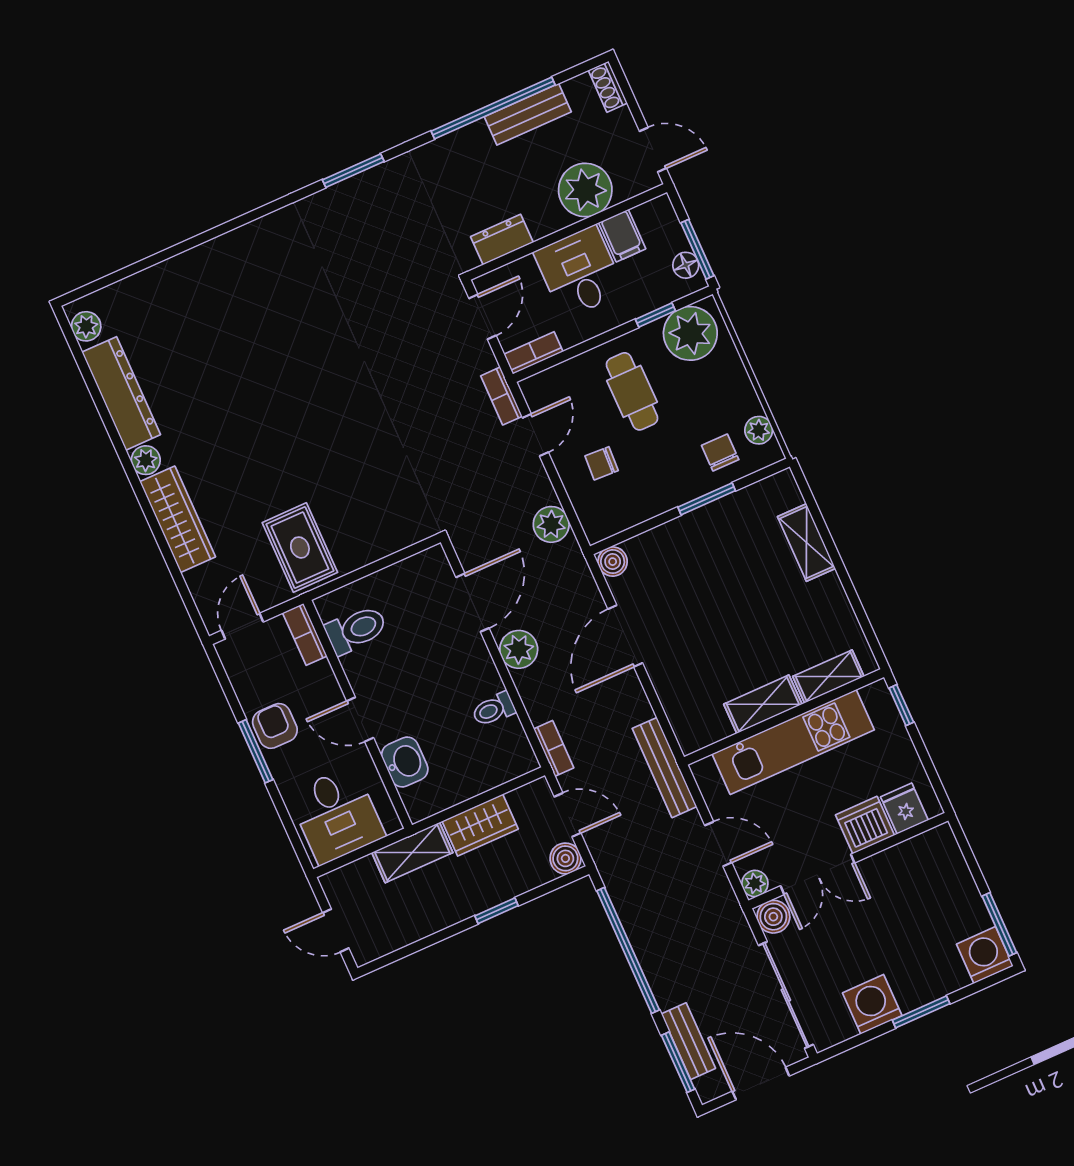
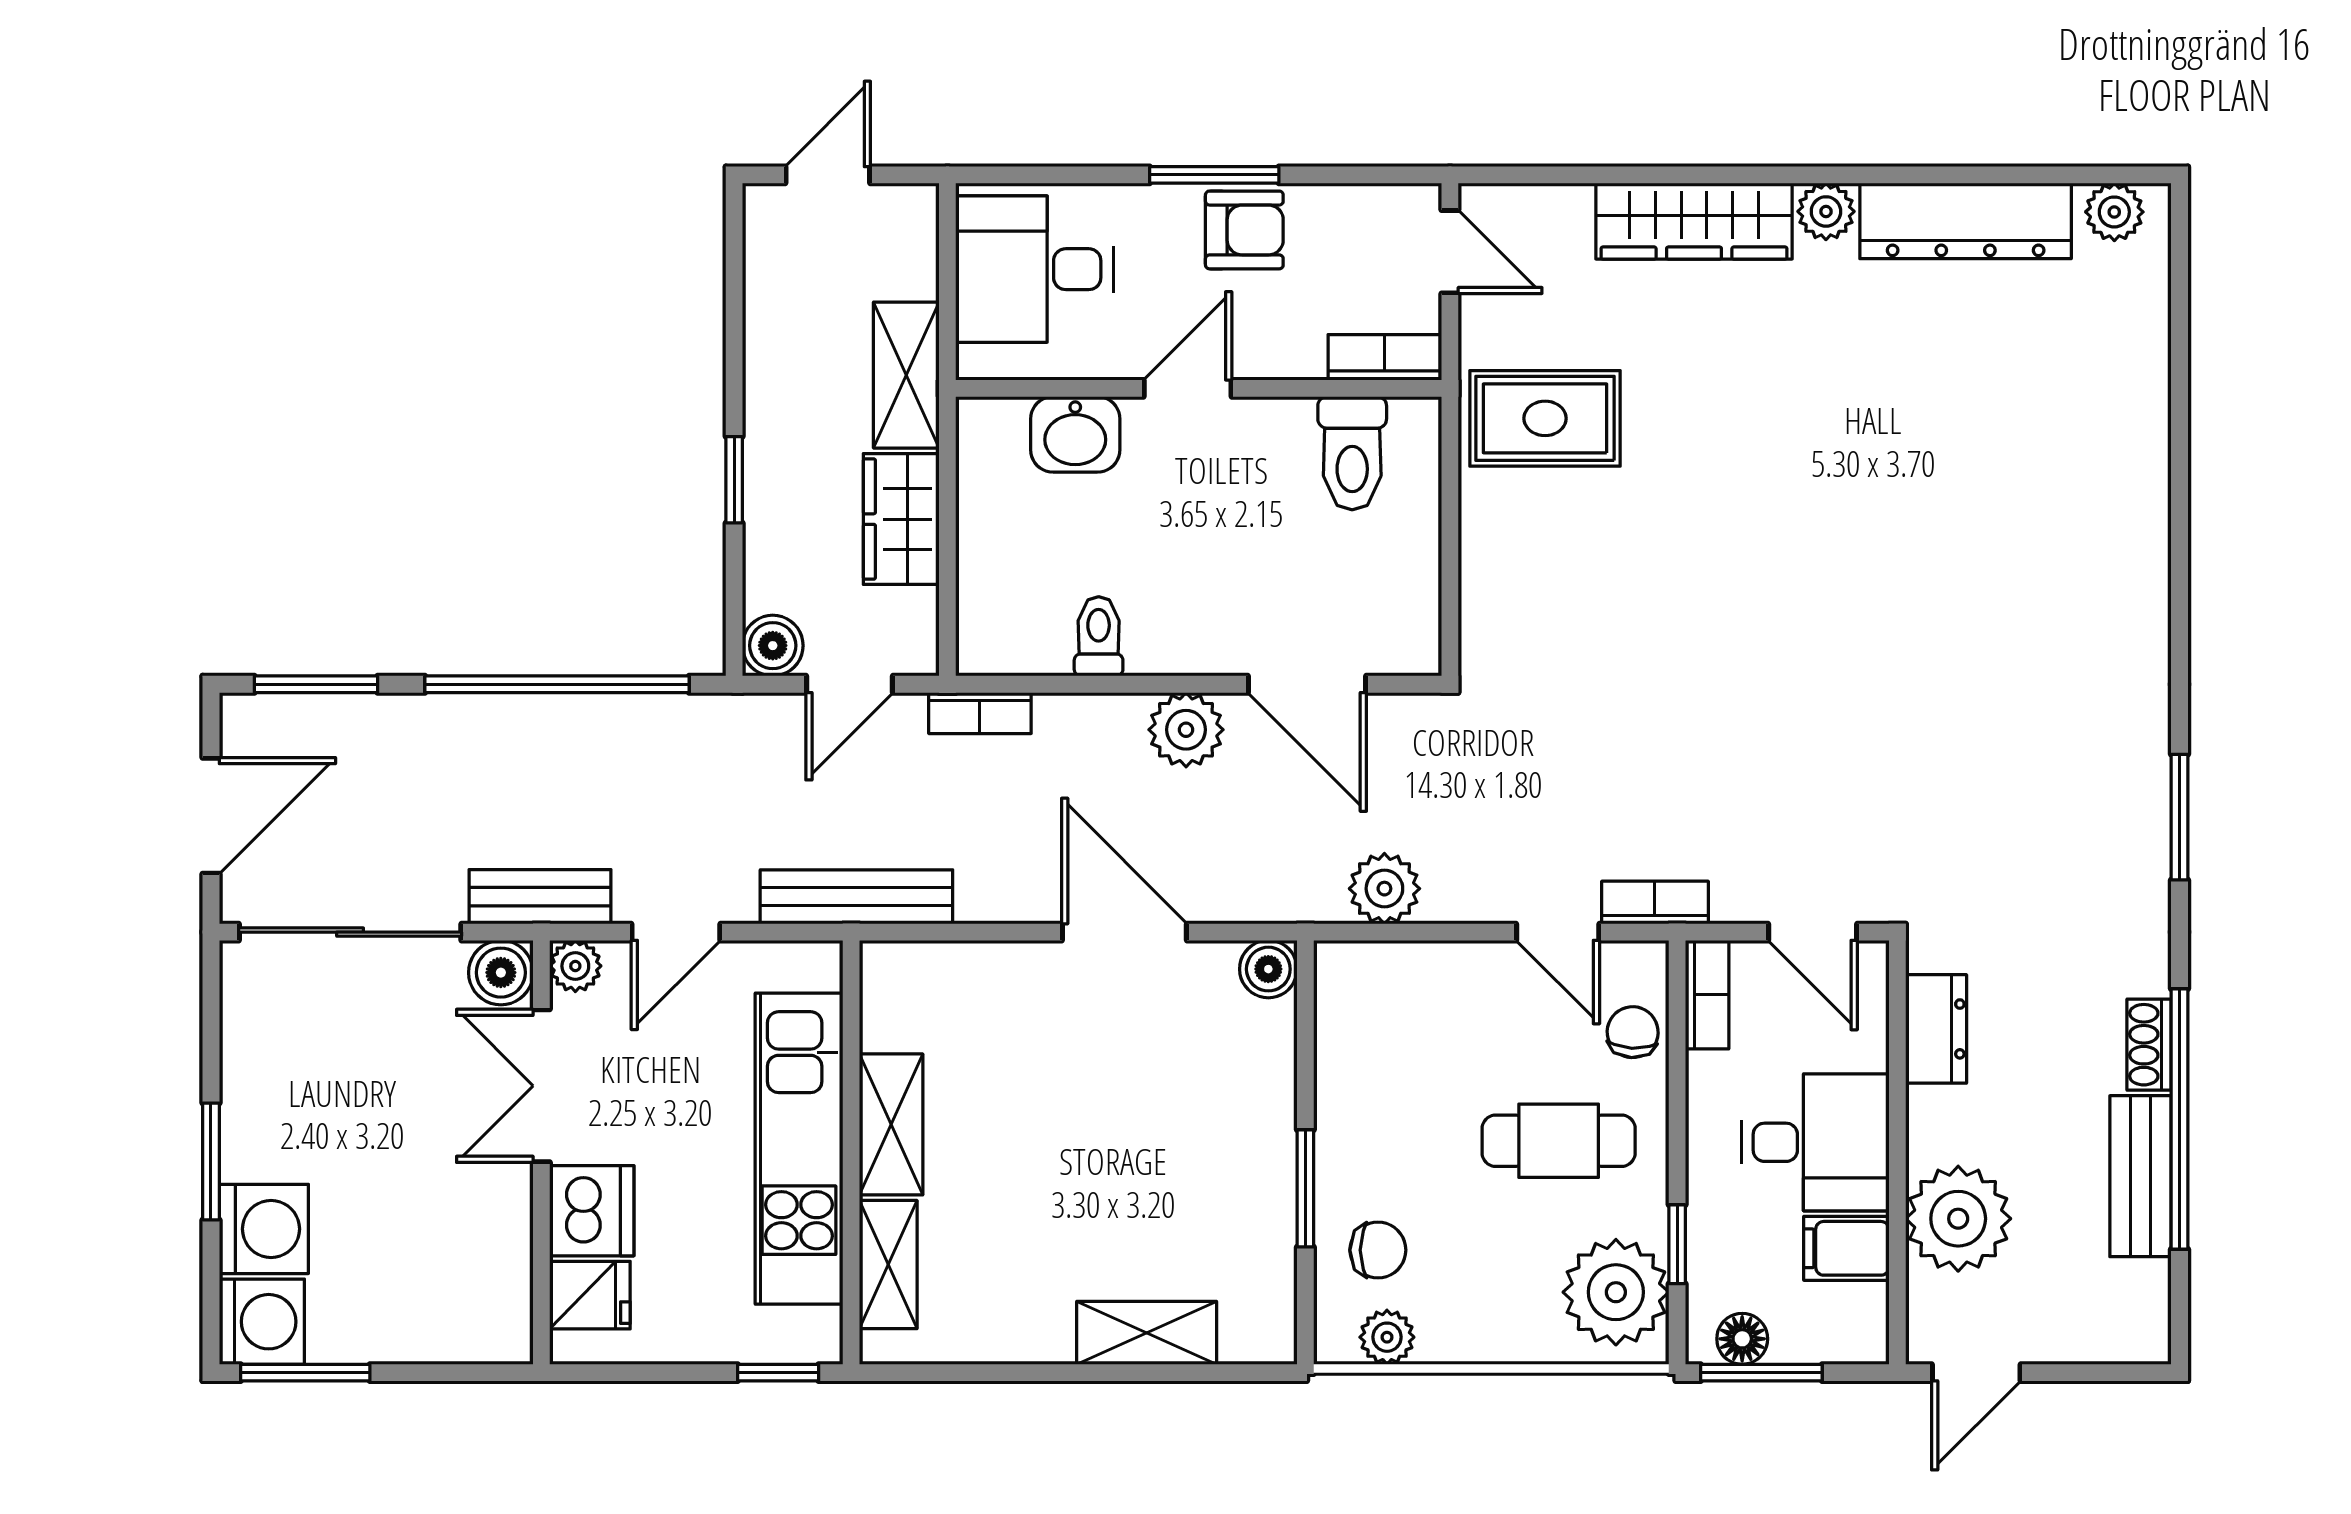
shoe rack: (608, 87) -> (2149, 1045), moved, turned -90
chair: (602, 463) -> (1633, 1032), moved
washing machine: (872, 1004) -> (264, 1229), moved
bench: (688, 1041) -> (540, 897), moved

